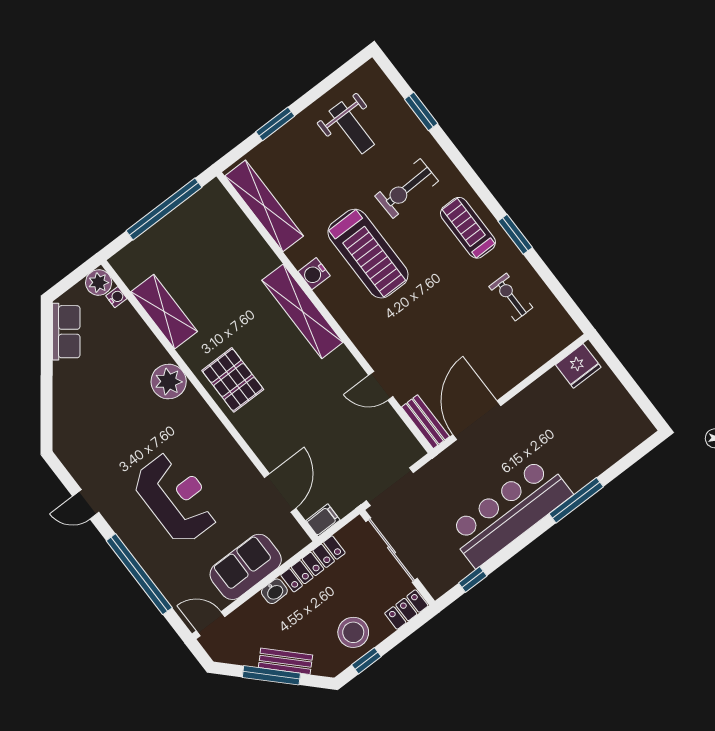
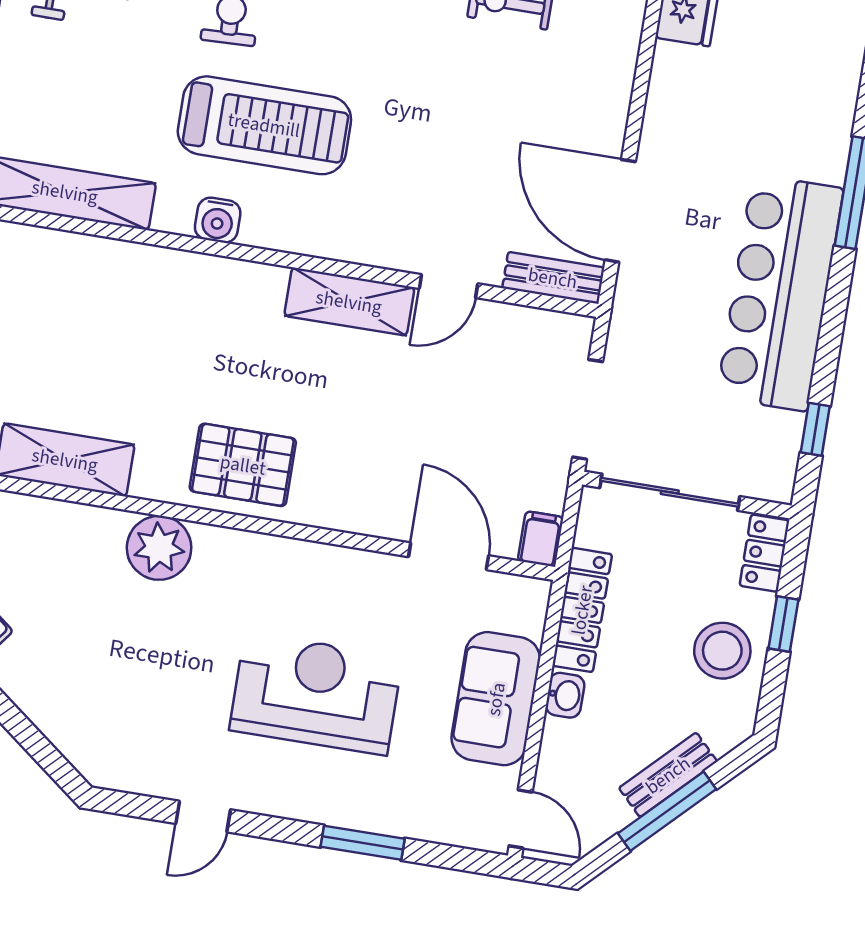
shelving: (302, 311) -> (349, 302), moved, width x0.68
window: (139, 574) -> (363, 843), width x0.47
door: (211, 624) -> (521, 819), swing flipped
window: (366, 661) -> (783, 624), moved

